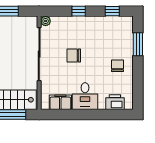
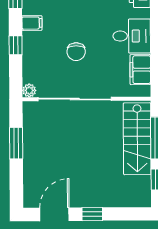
filing cabinet: (95, 23) -> (32, 23), added

